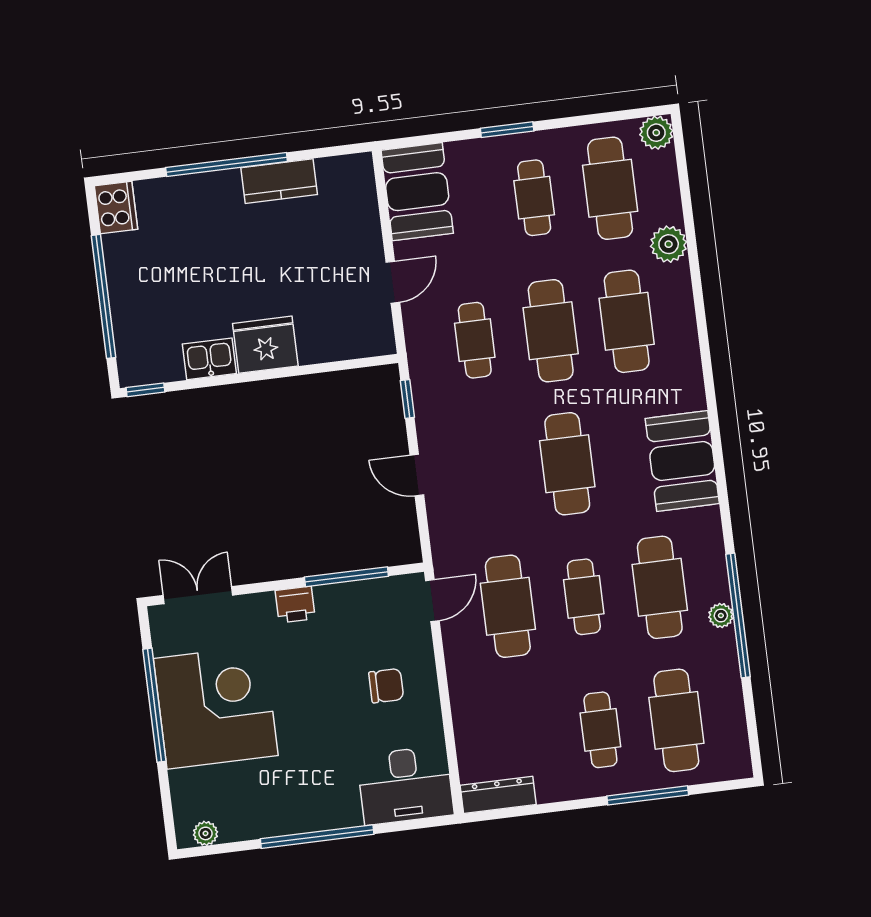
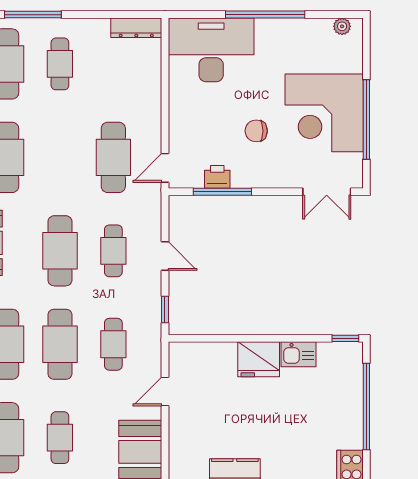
cafe table: (584, 597) -> (113, 251), moved
printer: (295, 605) -> (217, 177), moved
chair: (386, 686) -> (256, 131), moved
desk: (405, 785) -> (211, 50), width x1.36, depth x1.30

